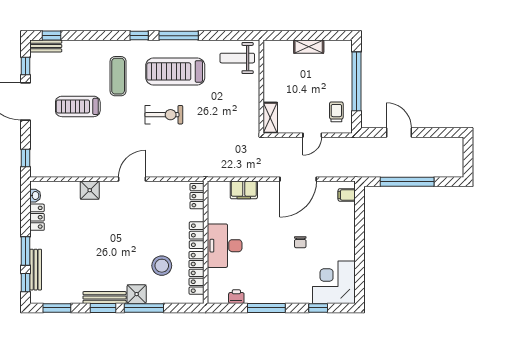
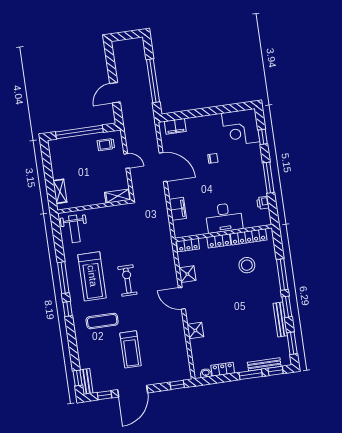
shelving: (309, 47) -> (60, 191), moved
filing cabinet: (347, 195) -> (175, 126), width x2.00
shower: (137, 294) -> (187, 274), moved
bench: (105, 297) -> (280, 319), moved

